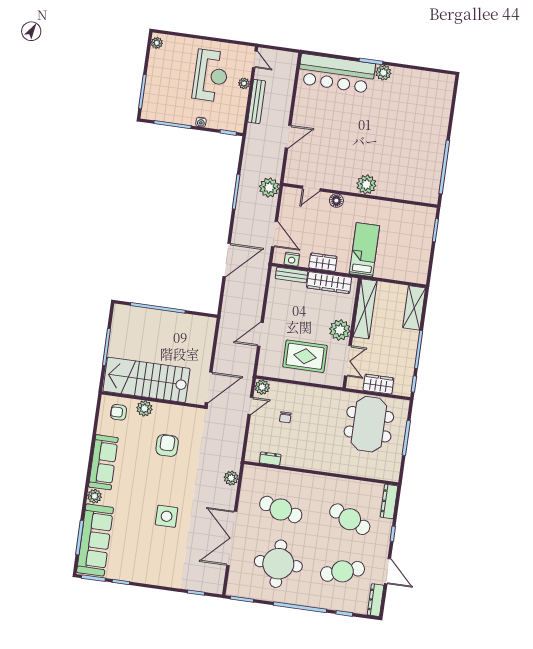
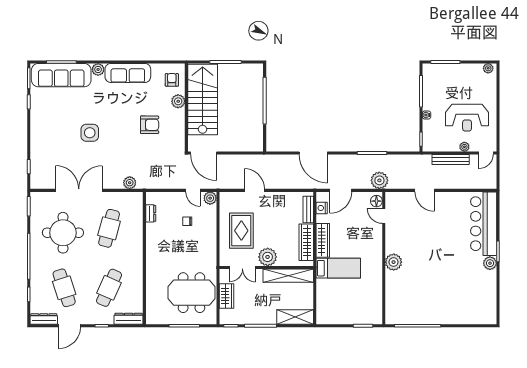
floor lamp: (336, 201) -> (376, 201), moved
wardrobe: (323, 262) -> (323, 240), width x1.50

